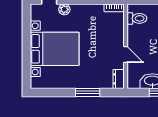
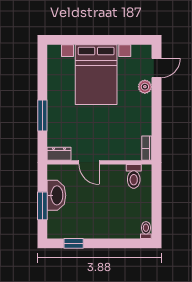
door: (126, 55) -> (89, 162), hinge flipped

